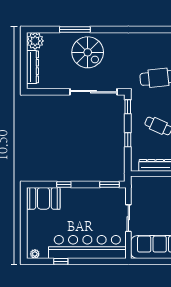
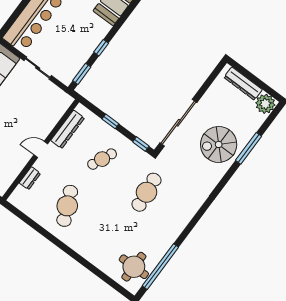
window: (64, 184) -> (101, 48), moved

